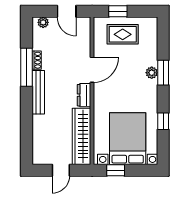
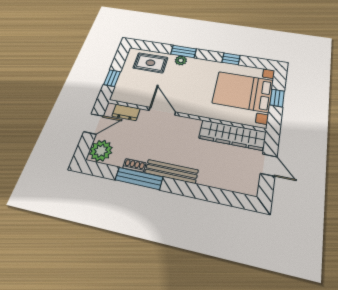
plant: (43, 22) -> (101, 151), width x1.88, depth x1.88
rug: (123, 34) -> (150, 63), moved, turned 90
dresser: (84, 95) -> (126, 112), moved
window: (116, 170) -> (277, 98), moved

